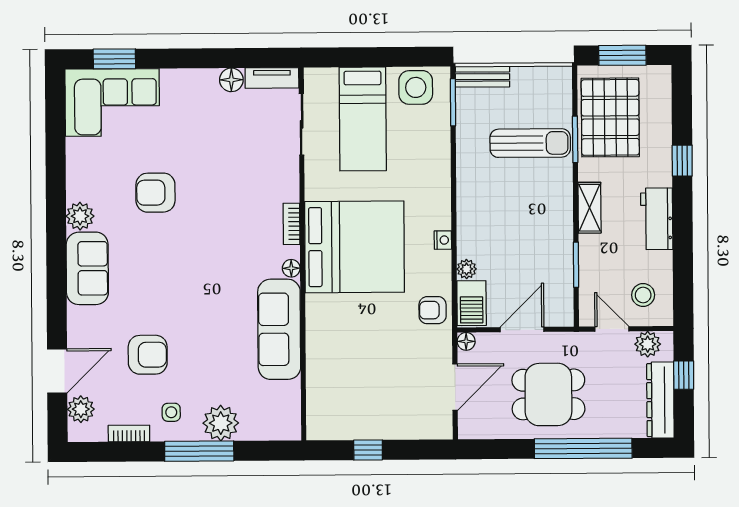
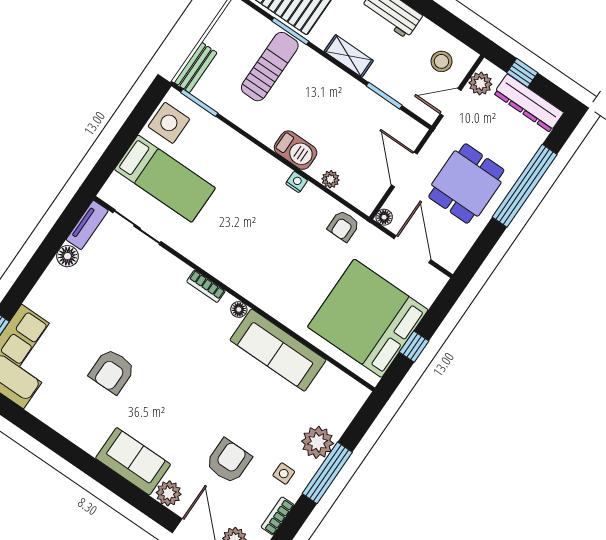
plant: (80, 216) -> (169, 493), moved
bed: (355, 247) -> (368, 318), moved, turned -90
barbecue: (472, 303) -> (296, 150), moved

